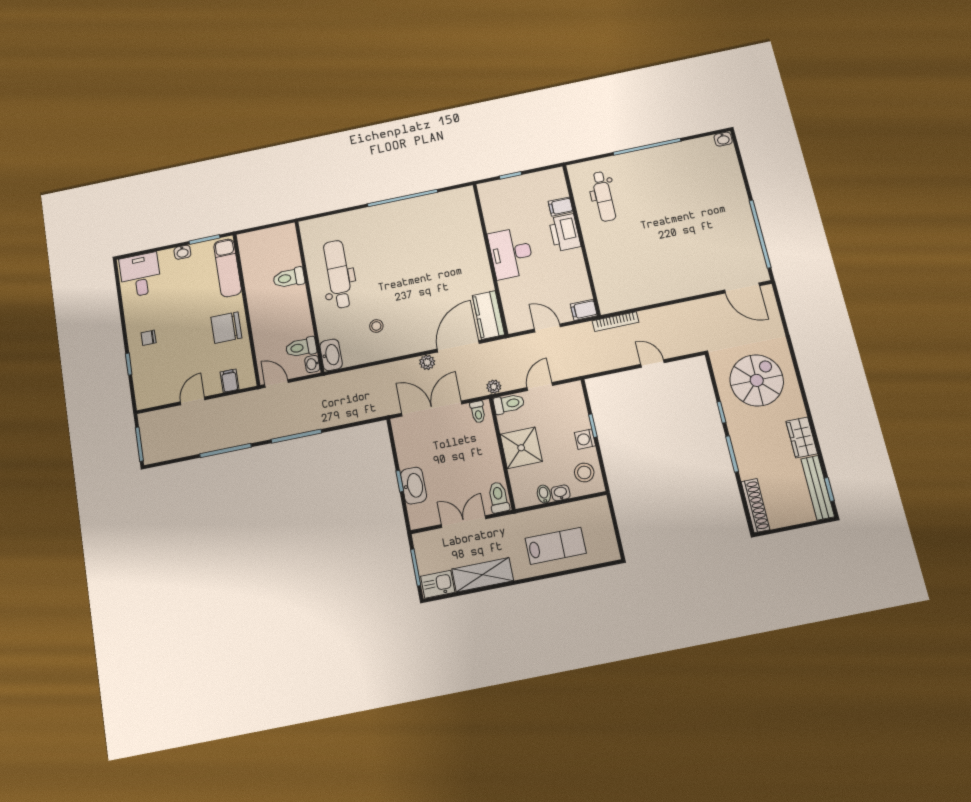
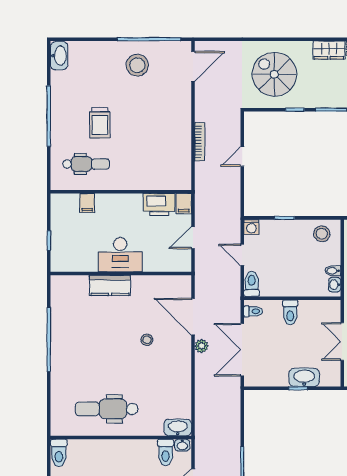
washbasin: (723, 139) -> (59, 56), width x1.91, depth x1.45
trolley: (653, 201) -> (100, 123), added
stool: (727, 227) -> (137, 65), added
printer: (565, 233) -> (159, 205), moved
toilet: (289, 278) -> (59, 453), moved
kitchen counter: (488, 315) -> (110, 285), moved
bookcase: (615, 322) -> (200, 142), moved
stool: (376, 326) -> (147, 340), moved
plant: (494, 387) -> (234, 294), removed
washing machine: (585, 439) -> (251, 227), moved
shower: (521, 448) -> (291, 281), removed
washbasin: (561, 493) -> (335, 285), moved
toilet: (498, 497) -> (290, 312), moved, turned -90

